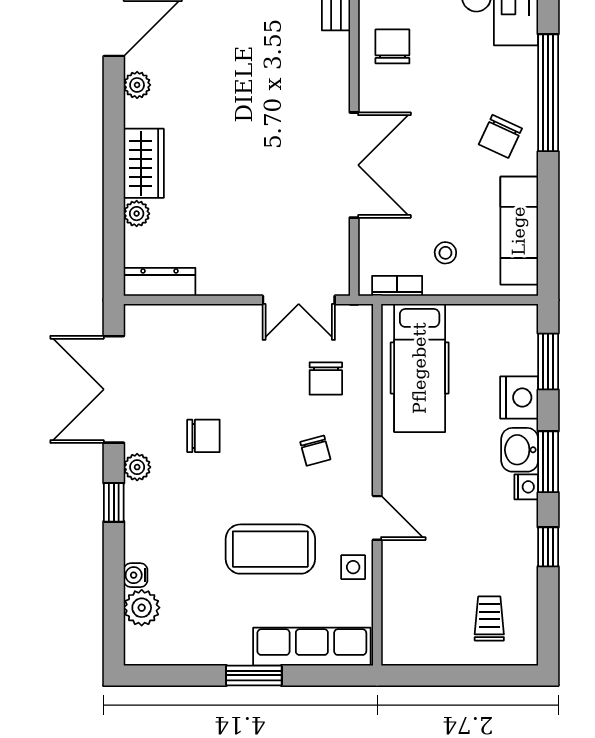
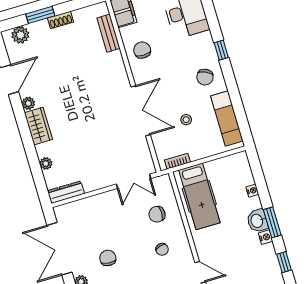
window: (548, 93) -> (221, 50), width x0.32
wardrobe: (144, 163) -> (38, 126), moved
stool: (445, 253) -> (186, 120), moved
window: (548, 362) -> (258, 176), removed
chair: (326, 378) -> (157, 214), turned 90
nightstand: (519, 398) -> (252, 191), width x0.53, depth x0.56
chair: (203, 436) -> (108, 258), turned -85

